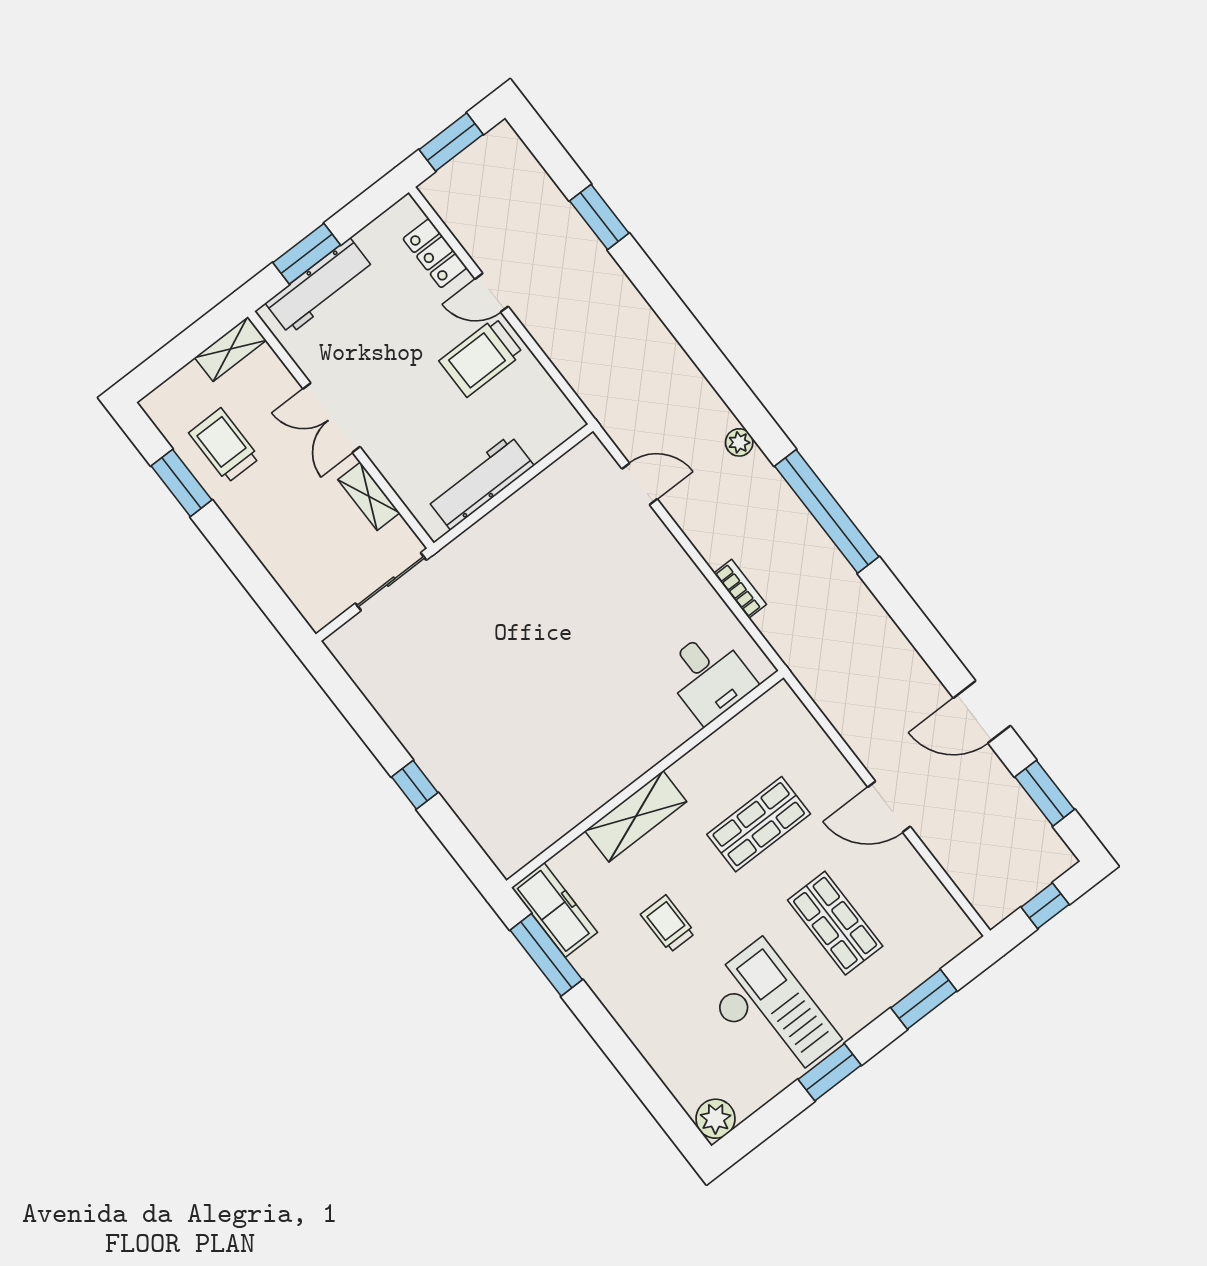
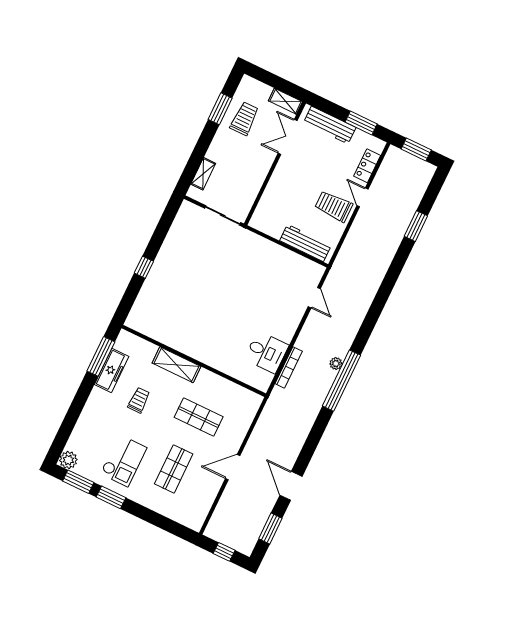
window: (307, 254) -> (361, 123), moved
double door: (332, 418) -> (288, 137), moved
plant: (739, 442) -> (336, 363), moved
workbench: (480, 482) -> (305, 243), moved
shelving: (369, 496) -> (203, 174), moved
bookcase: (740, 589) -> (289, 367), width x1.56
desk: (709, 676) -> (266, 352), moved, turned -90
door: (889, 807) -> (233, 467), hinge flipped
freezer: (555, 910) -> (112, 370), moved
window: (924, 999) -> (78, 482), moved
checkout: (770, 1012) -> (123, 461), width x0.73, depth x0.83

